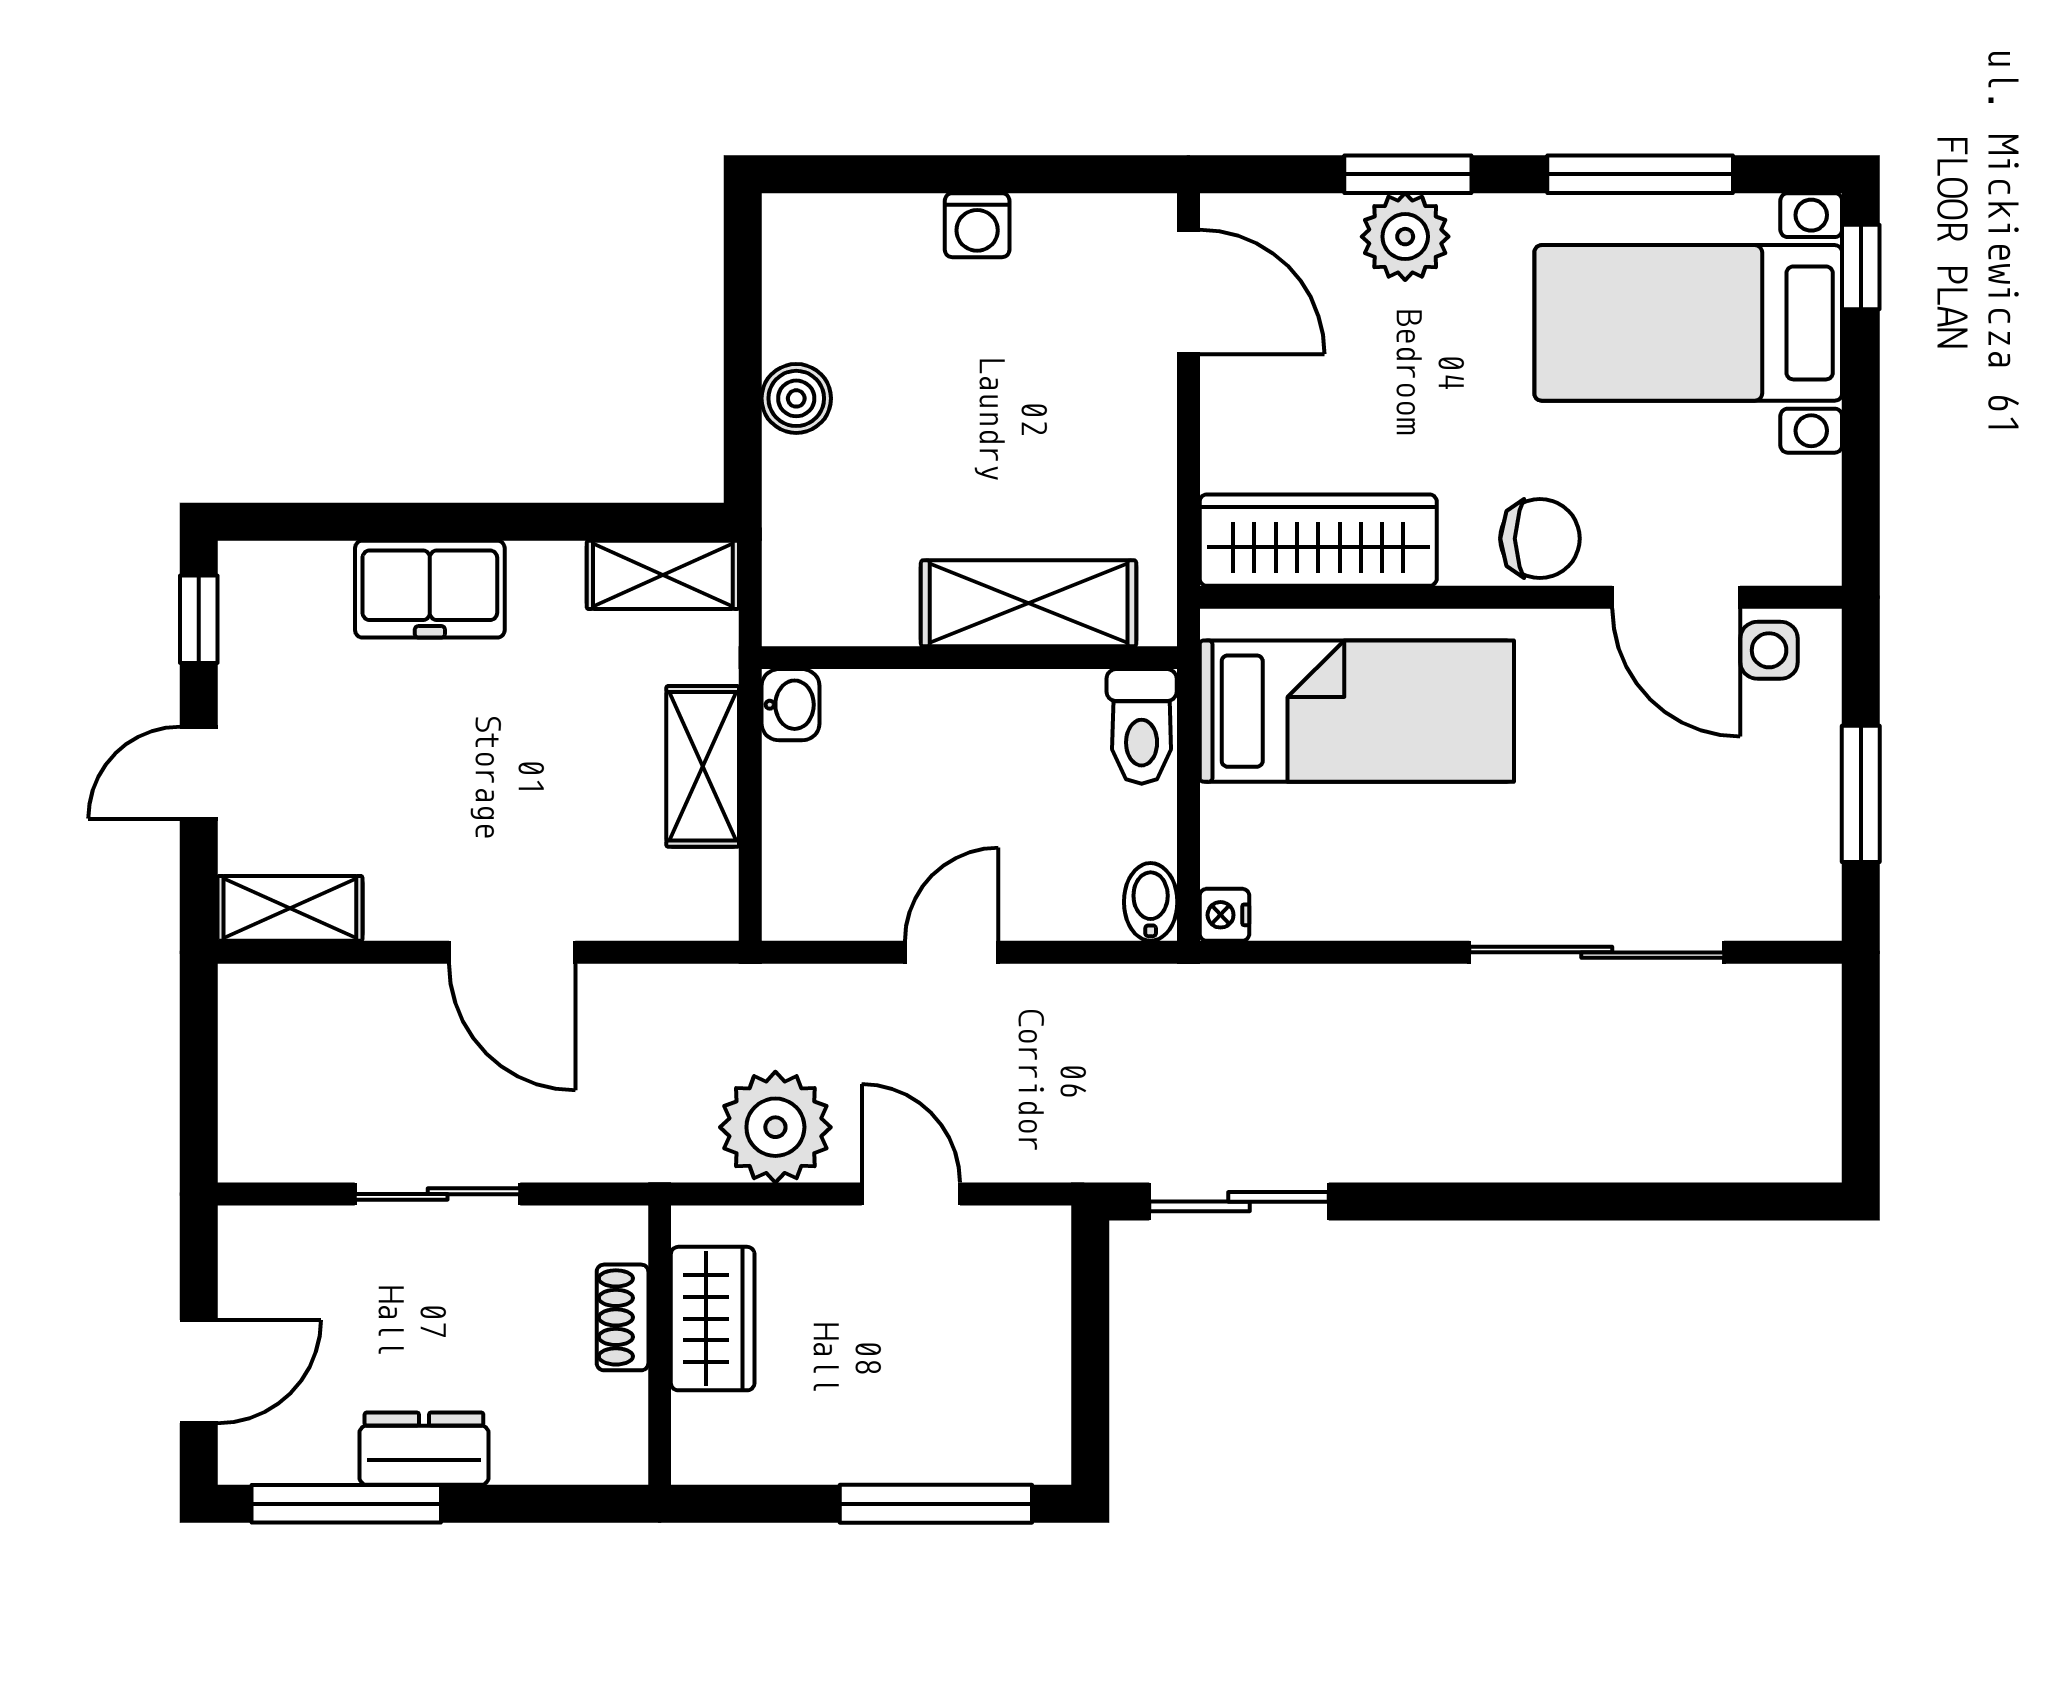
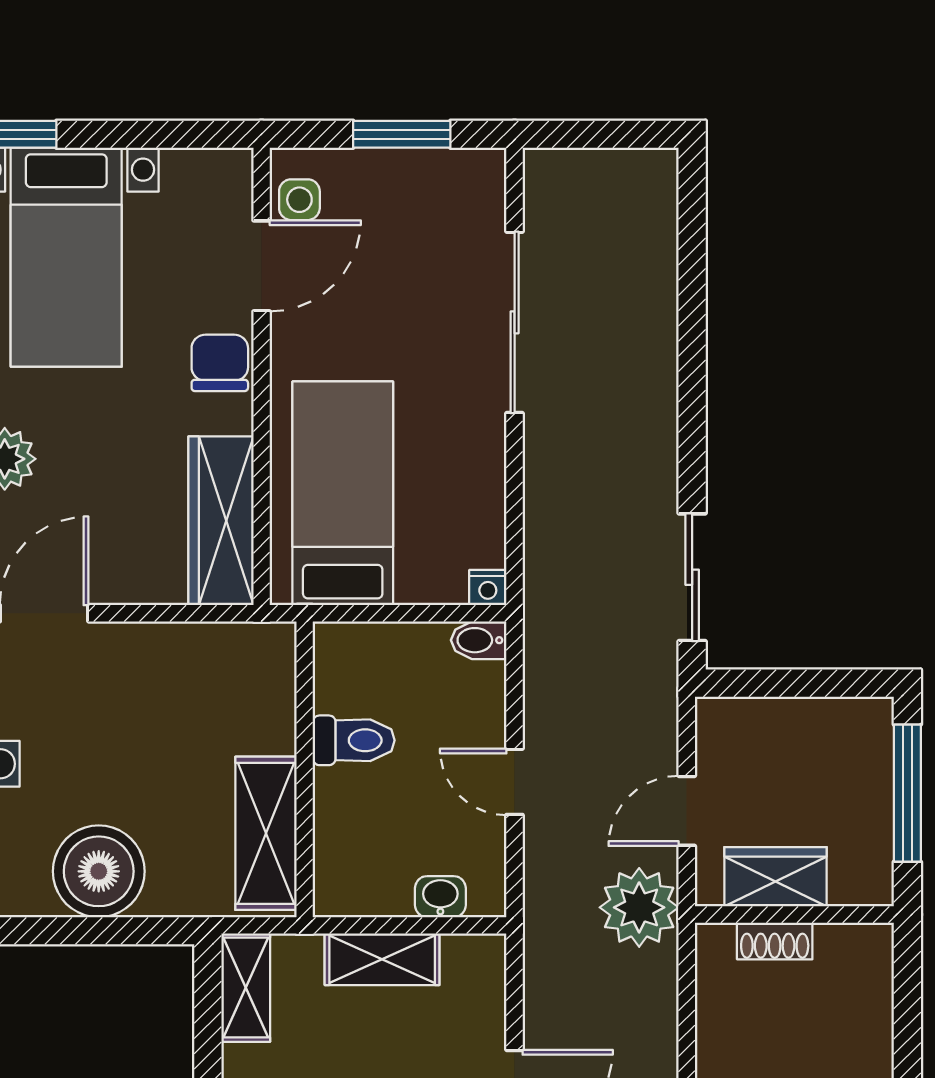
boiler: (796, 398) -> (99, 871), width x1.86, depth x1.86
shelving: (1029, 603) -> (266, 833), moved
washbasin: (791, 705) -> (440, 897), moved
toilet: (1142, 726) -> (354, 740), moved
shoe rack: (623, 1317) -> (775, 941), moved
wardrobe: (713, 1319) -> (775, 877), moved
wall: (660, 1345) -> (794, 915), moved

